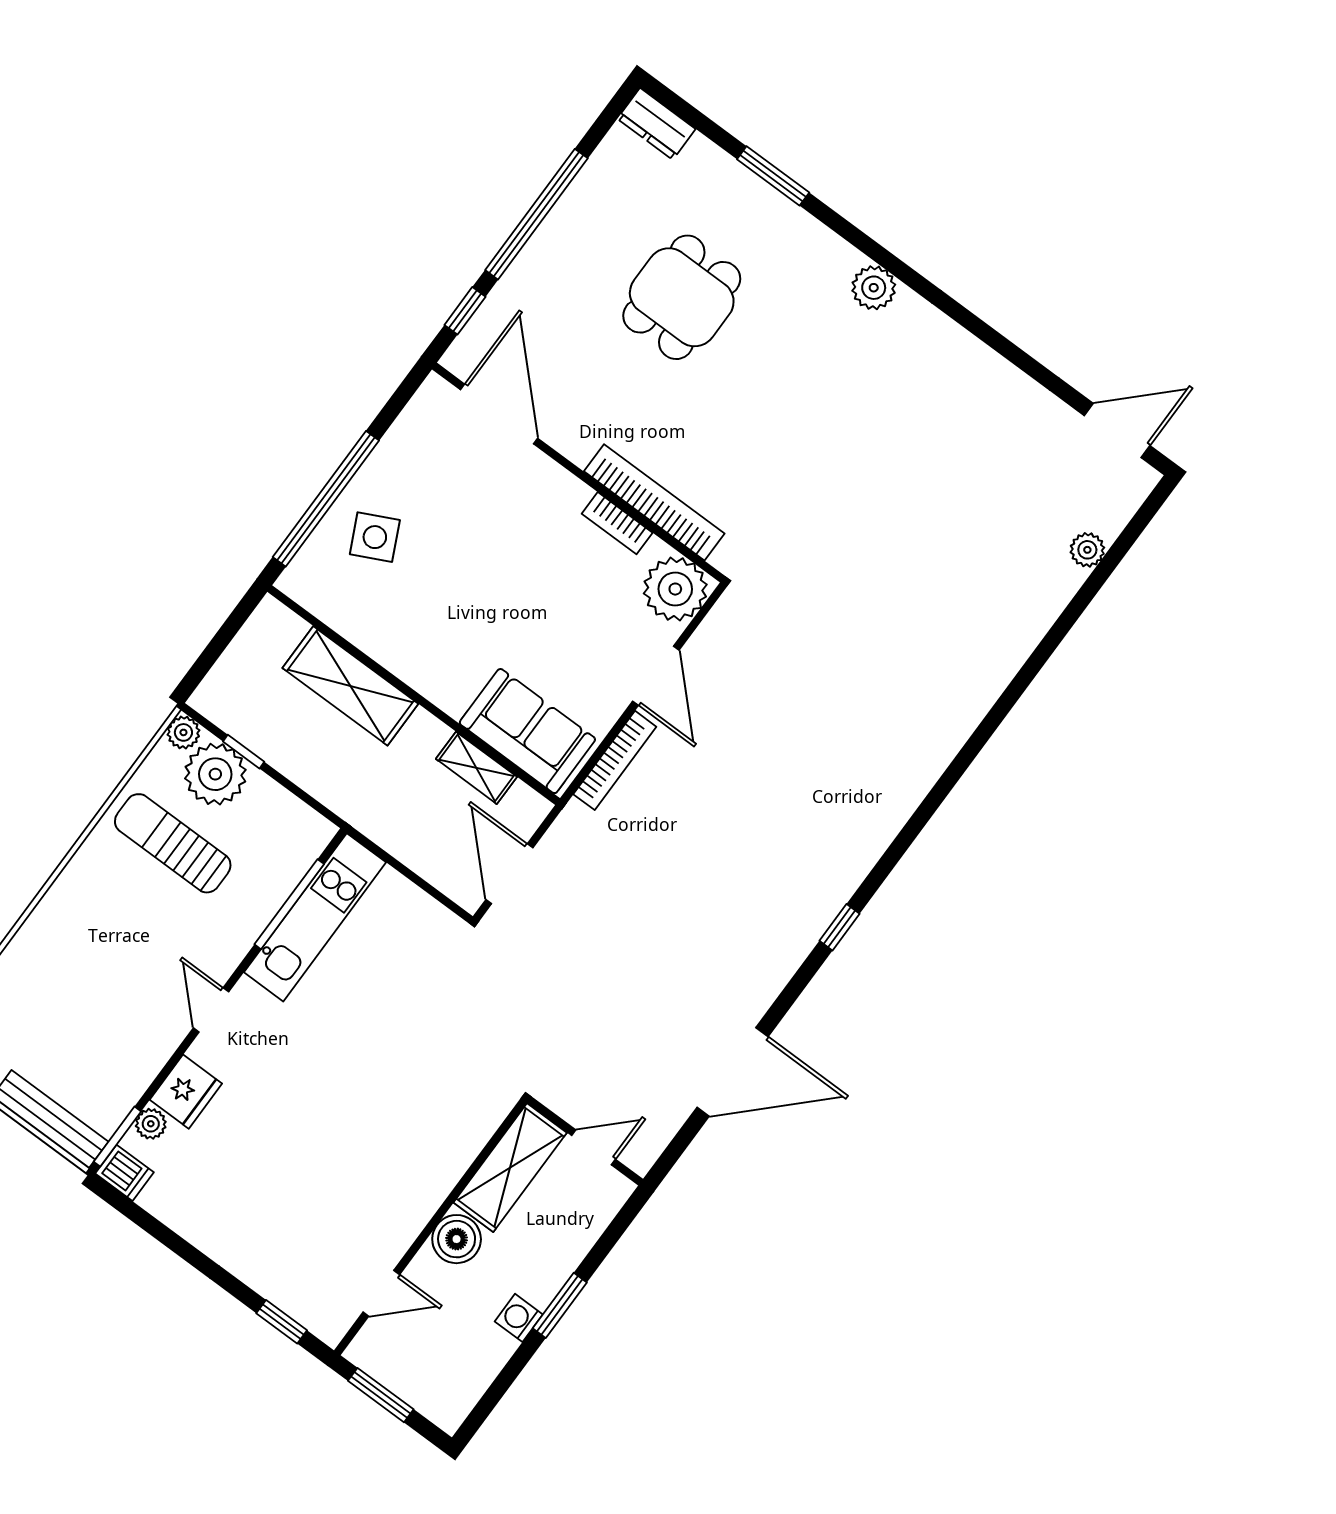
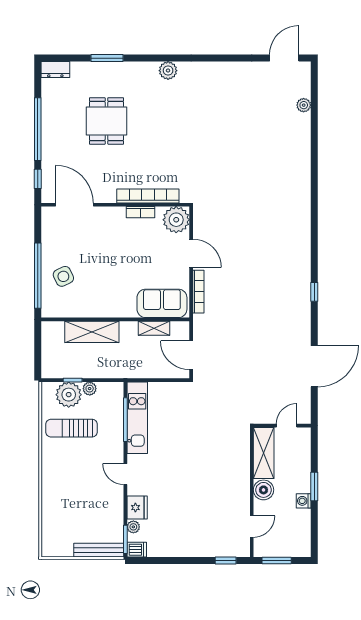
plant: (183, 732) -> (90, 389), moved

